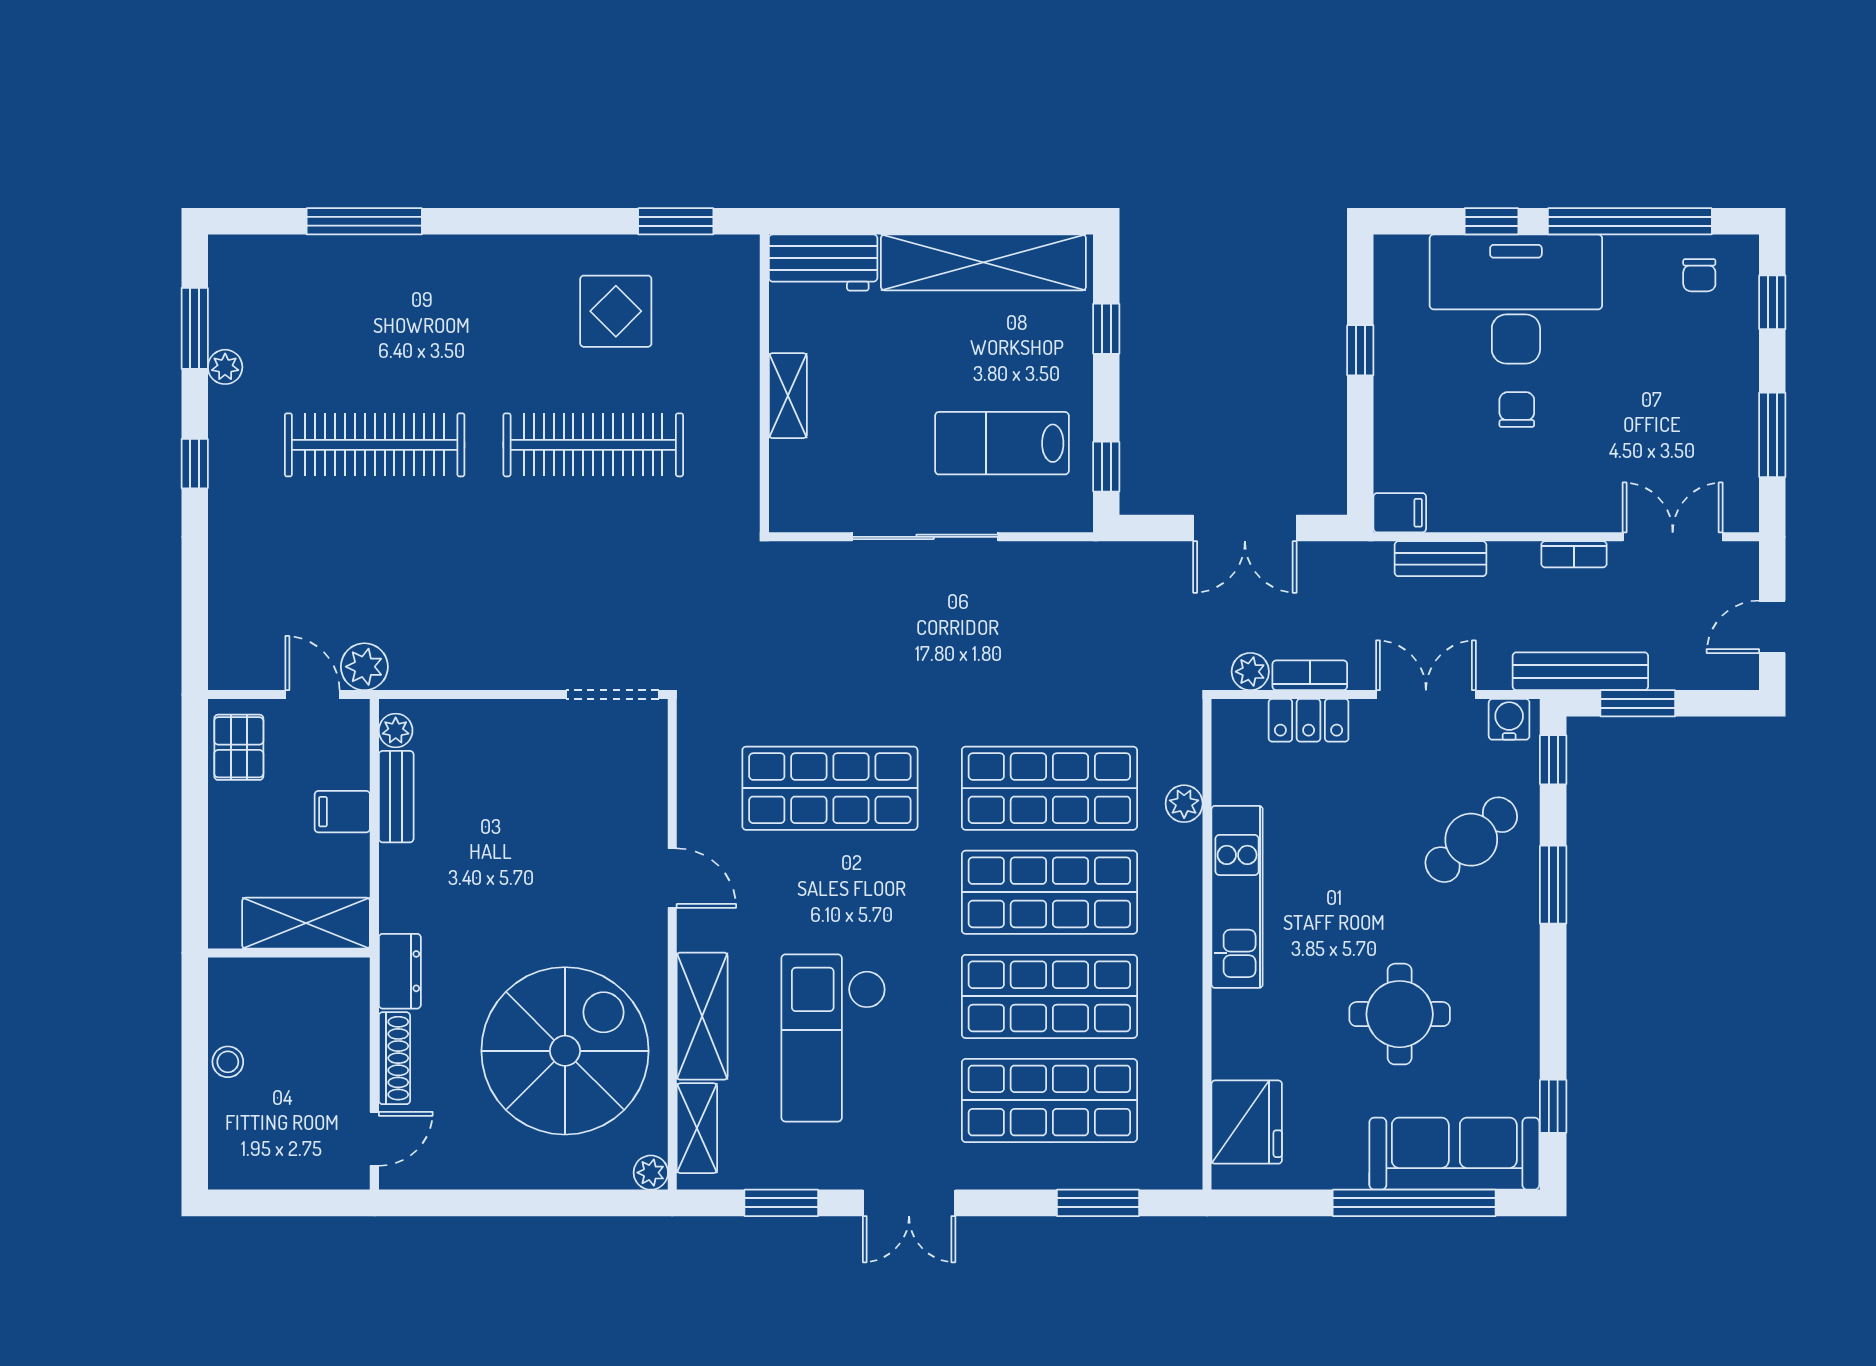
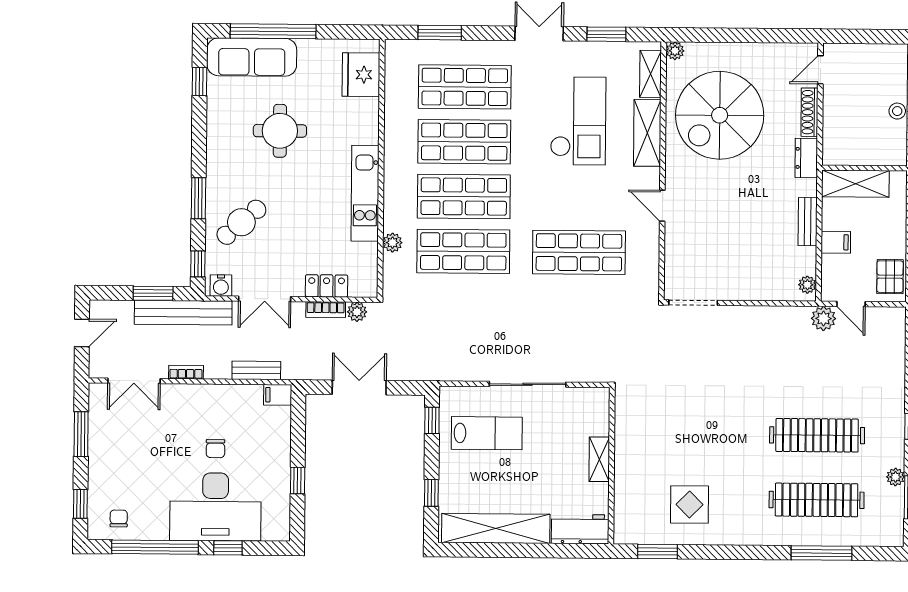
clothes rail: (593, 445) -> (817, 500), moved
bench: (1580, 671) -> (183, 313), width x1.37, depth x1.21
bench: (396, 797) -> (808, 222), moved

